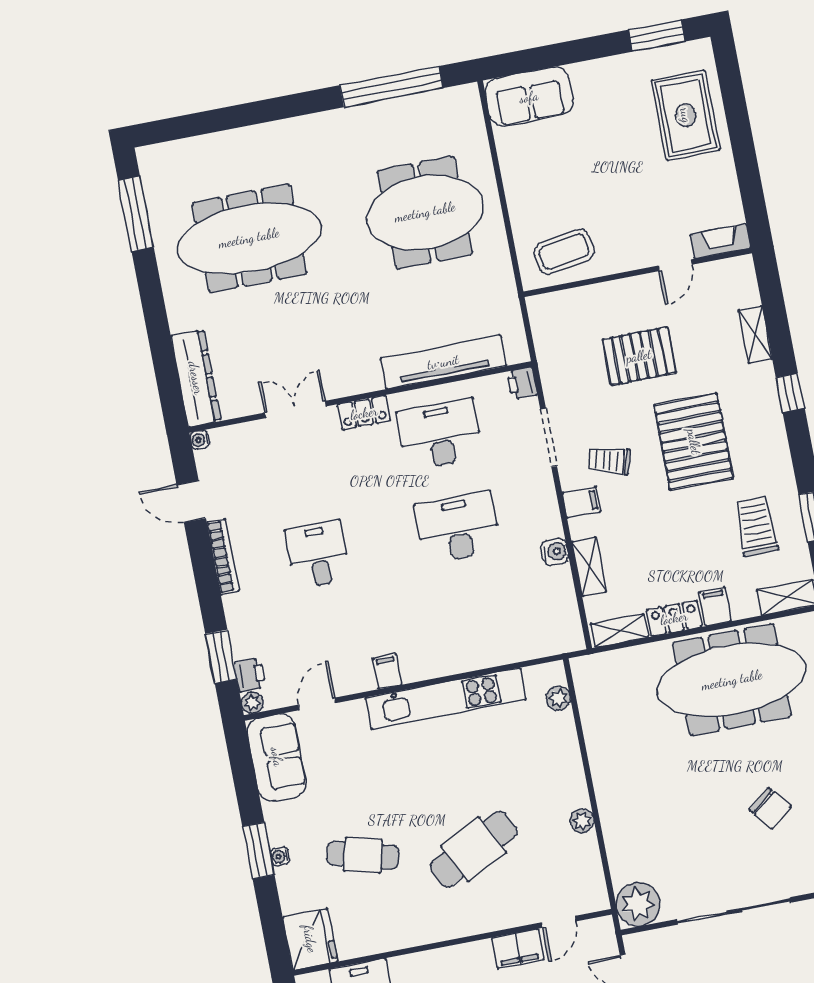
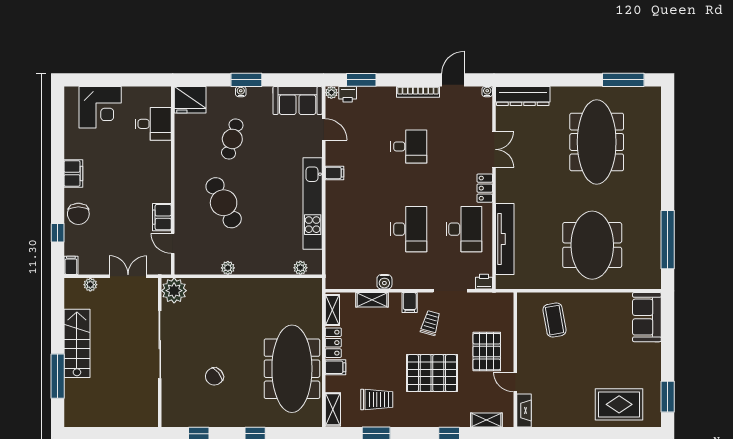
fireplace: (720, 241) -> (524, 410), moved
door: (675, 265) -> (515, 382), moved
wall: (638, 272) -> (515, 360), moved

